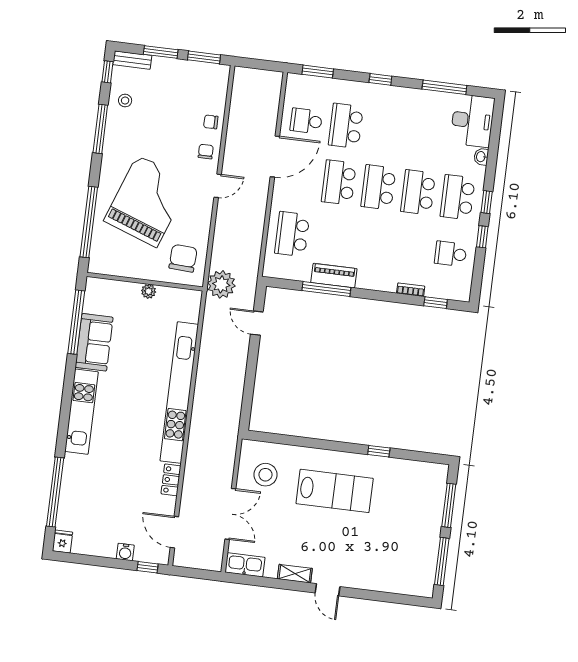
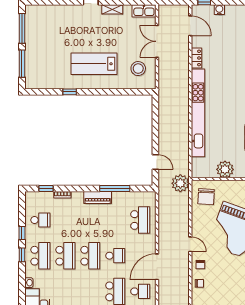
school desk: (339, 182) -> (115, 256), width x0.54
door: (218, 186) -> (190, 244), swing flipped
piano: (334, 276) -> (98, 197), moved
plant: (149, 291) -> (225, 169), width x1.87, depth x1.87

